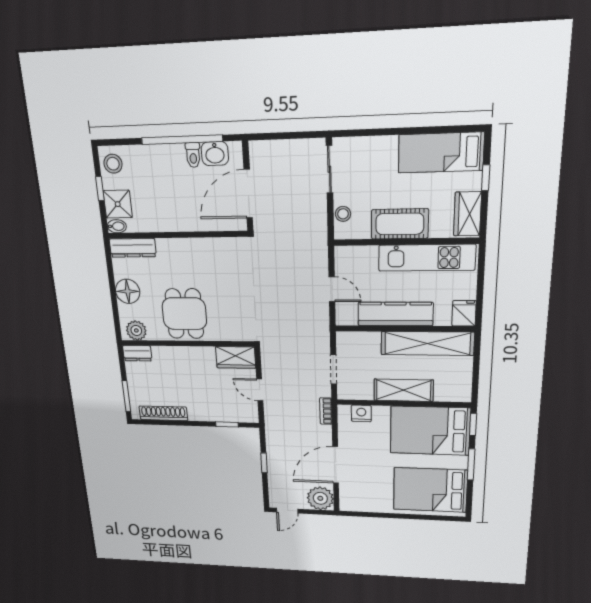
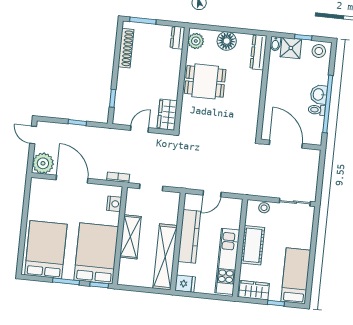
washbasin: (215, 154) -> (319, 95), moved

